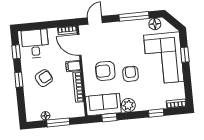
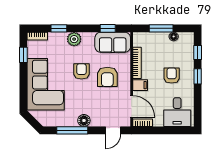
floor lamp: (155, 24) -> (84, 120), moved
window: (16, 52) -> (198, 53), moved
window: (185, 55) -> (23, 55), moved
armchair: (105, 71) -> (107, 77), turned 90
armchair: (131, 74) -> (81, 71), turned 180
armchair: (44, 78) -> (172, 76), turned 119
plant: (128, 105) -> (74, 39), moved

